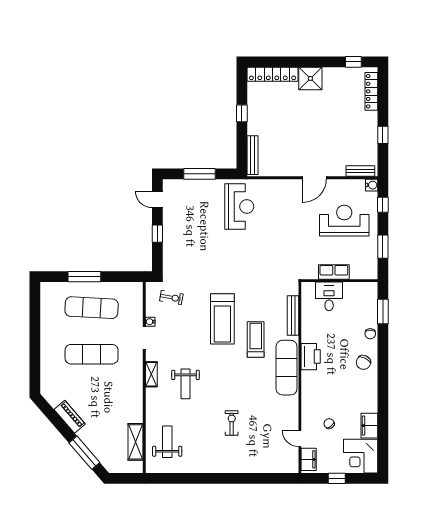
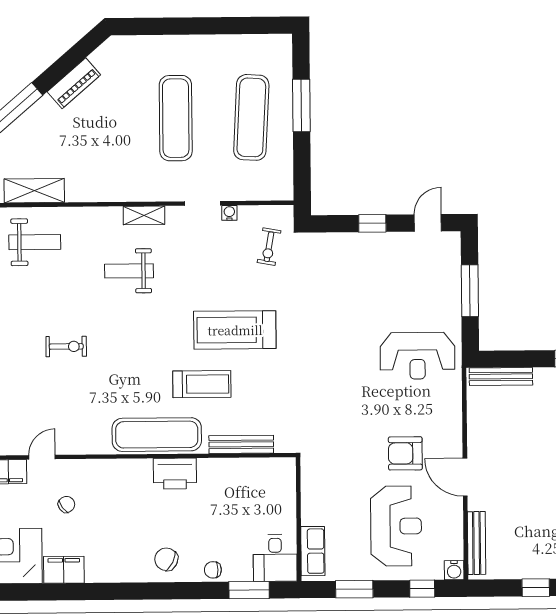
bench: (360, 171) -> (477, 543), width x1.36
armchair: (299, 214) -> (405, 453), added
row of seats: (334, 272) -> (313, 551), moved
desk: (329, 296) -> (275, 558), moved, turned 90

